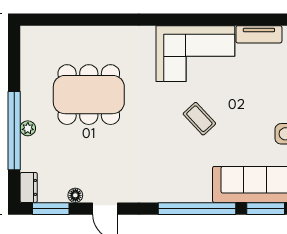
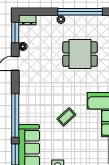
dining table: (89, 95) -> (80, 54), width x0.73
window: (14, 131) -> (80, 12), moved

